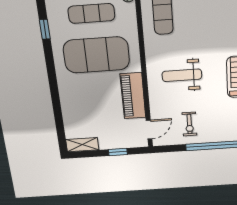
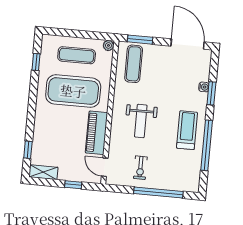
weight bench: (182, 75) -> (141, 121), turned -90
window: (60, 125) -> (28, 150), added
door: (149, 130) -> (105, 167), swing flipped

